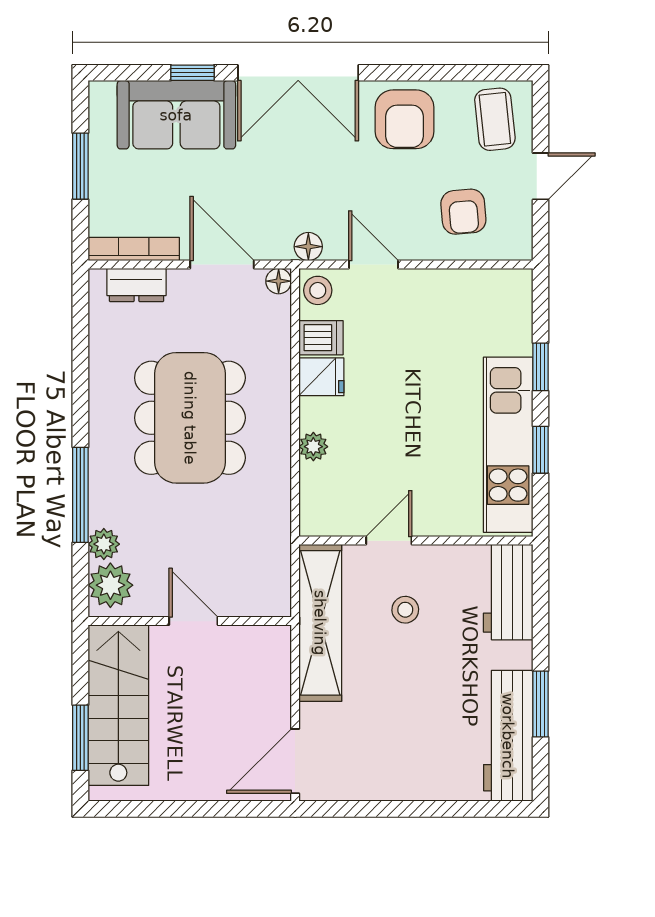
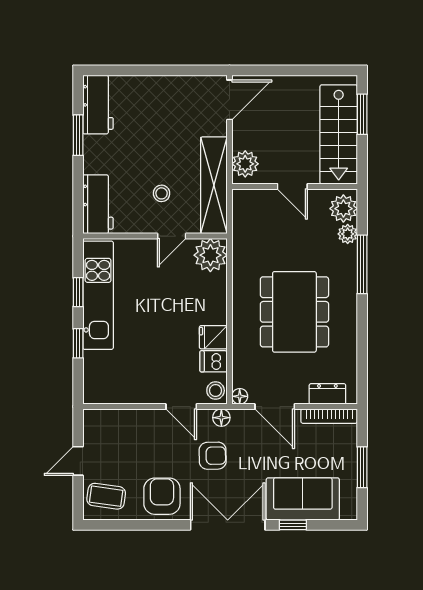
coffee table: (495, 119) -> (106, 496), turned -76
armchair: (463, 212) -> (213, 456), moved, turned 94
plant: (313, 447) -> (210, 255), moved, width x1.88, depth x1.88
plant: (270, 658) -> (245, 164), added
workbench: (508, 736) -> (98, 105), width x0.73

